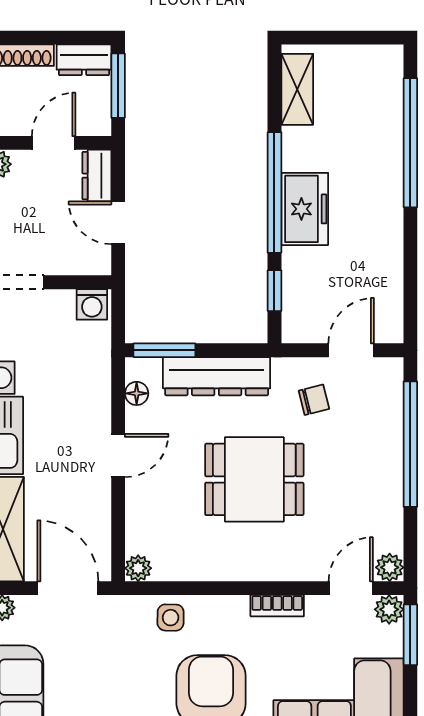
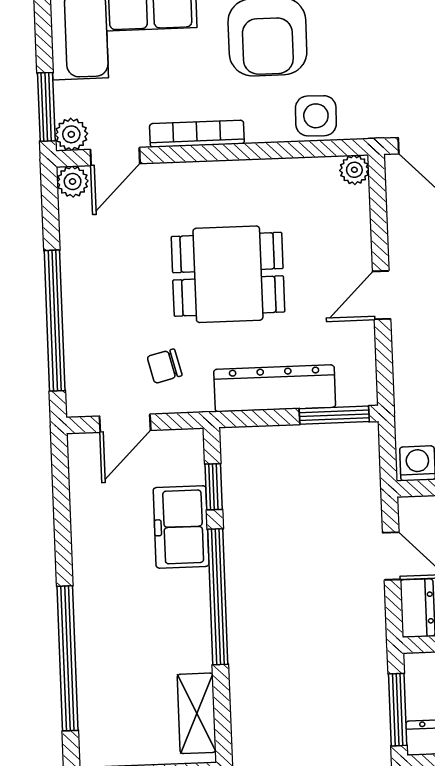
freezer: (305, 209) -> (181, 527), moved
floor lamp: (137, 393) -> (364, 366), removed
bookcase: (277, 606) -> (197, 134), width x1.56
side table: (171, 618) -> (316, 116), width x1.37, depth x1.37

